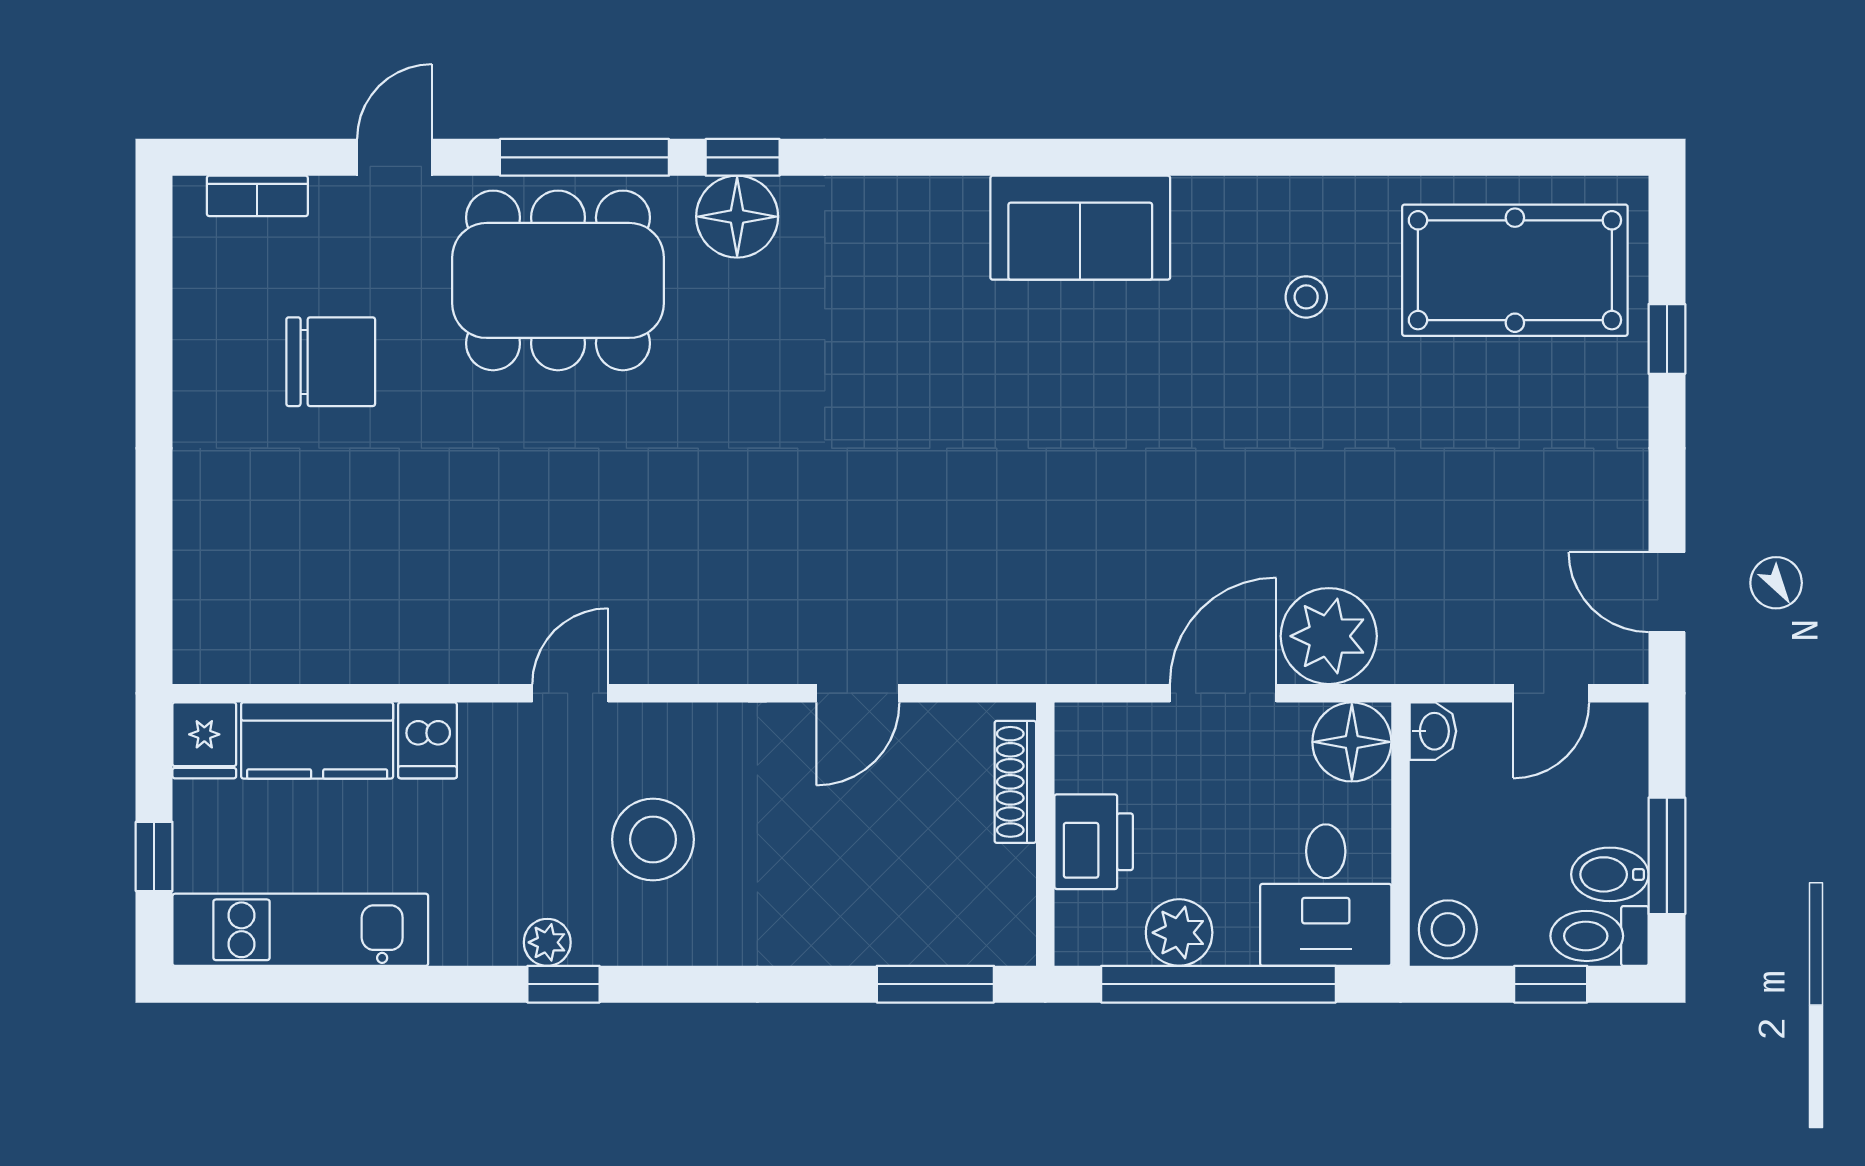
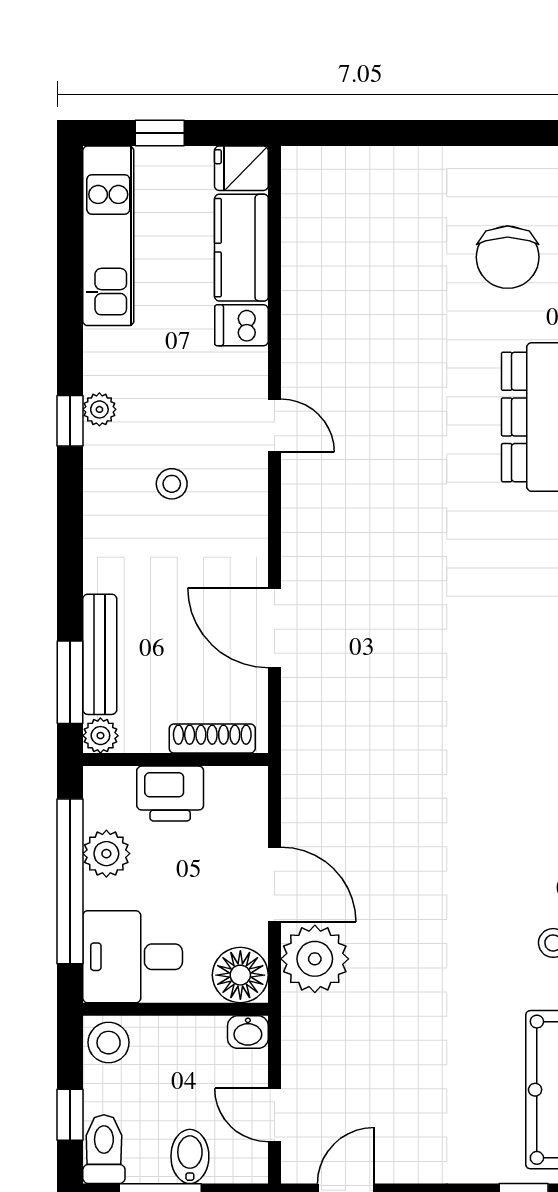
door: (858, 693) -> (275, 628), width x1.38
stool: (653, 839) -> (172, 484), width x0.53, depth x0.53
bidet: (1610, 874) -> (190, 1156), moved
plant: (1011, 941) -> (100, 736), added
bench: (896, 942) -> (100, 654), added

